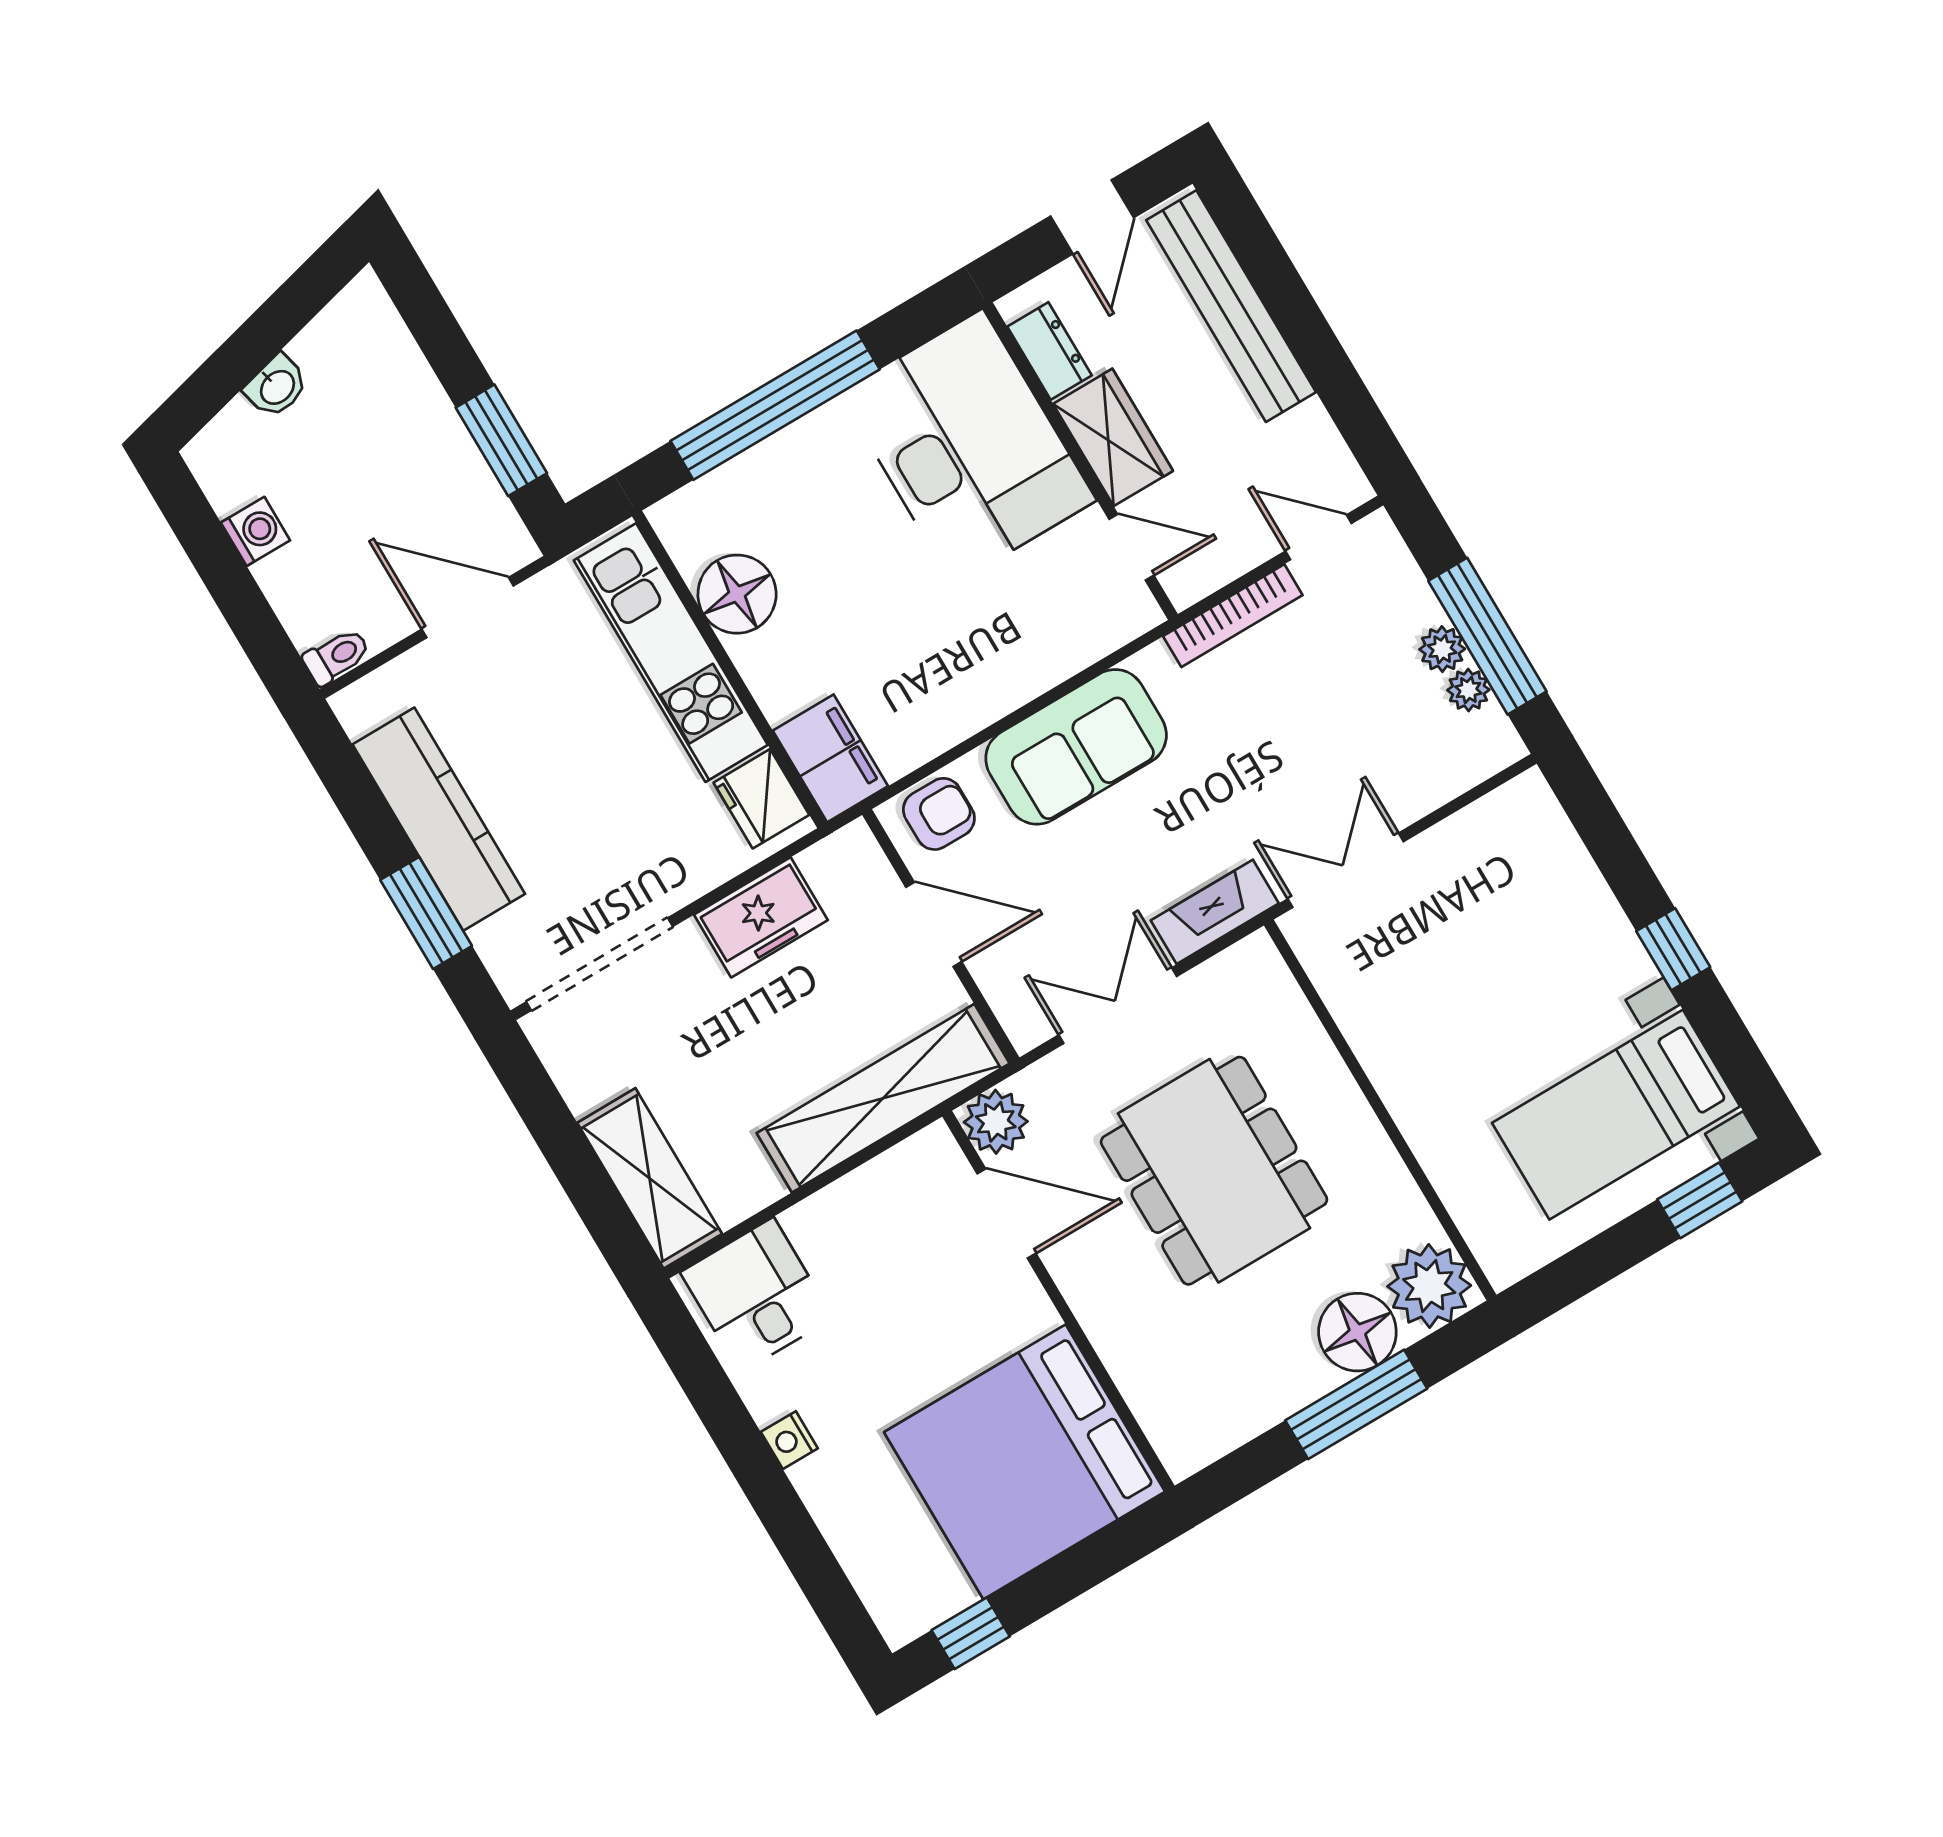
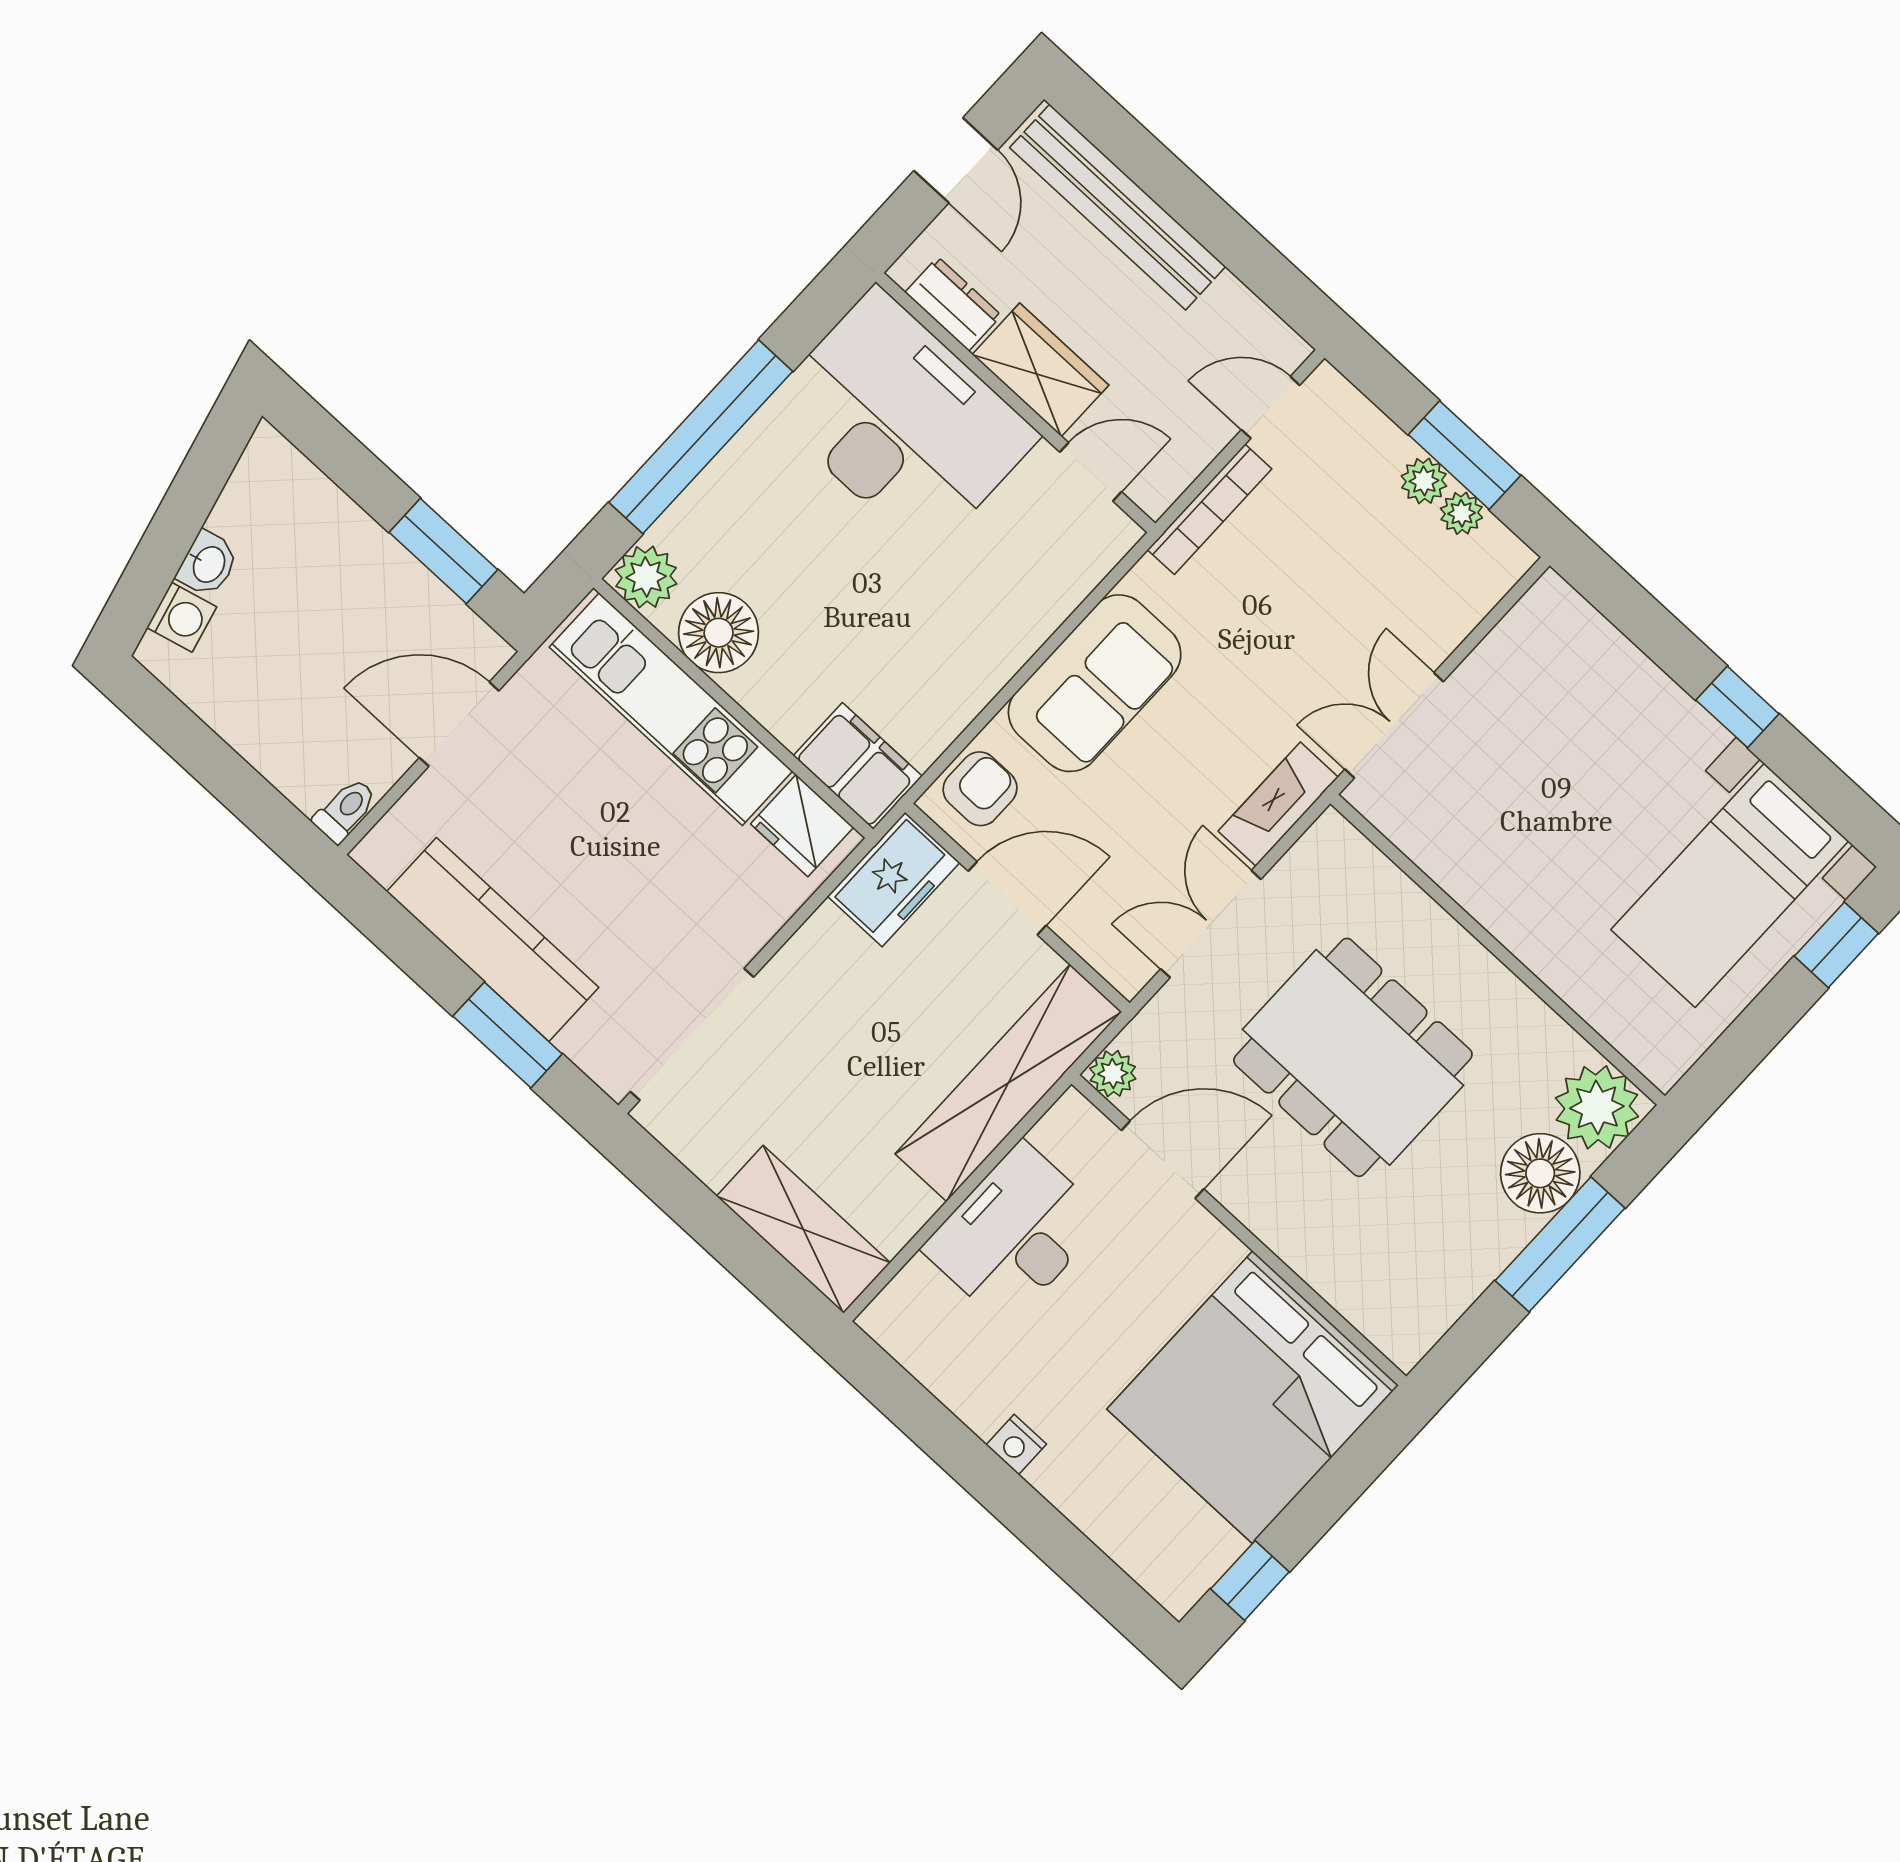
plant: (684, 521) -> (646, 577), added
washing machine: (255, 531) -> (182, 617), moved, turned 76
window: (1487, 636) -> (1464, 455), width x0.69
freezer: (761, 917) -> (894, 879), moved
plant: (996, 1122) -> (1113, 1074), width x0.73, depth x0.73
desk: (757, 1295) -> (1014, 1234), moved, width x1.37

